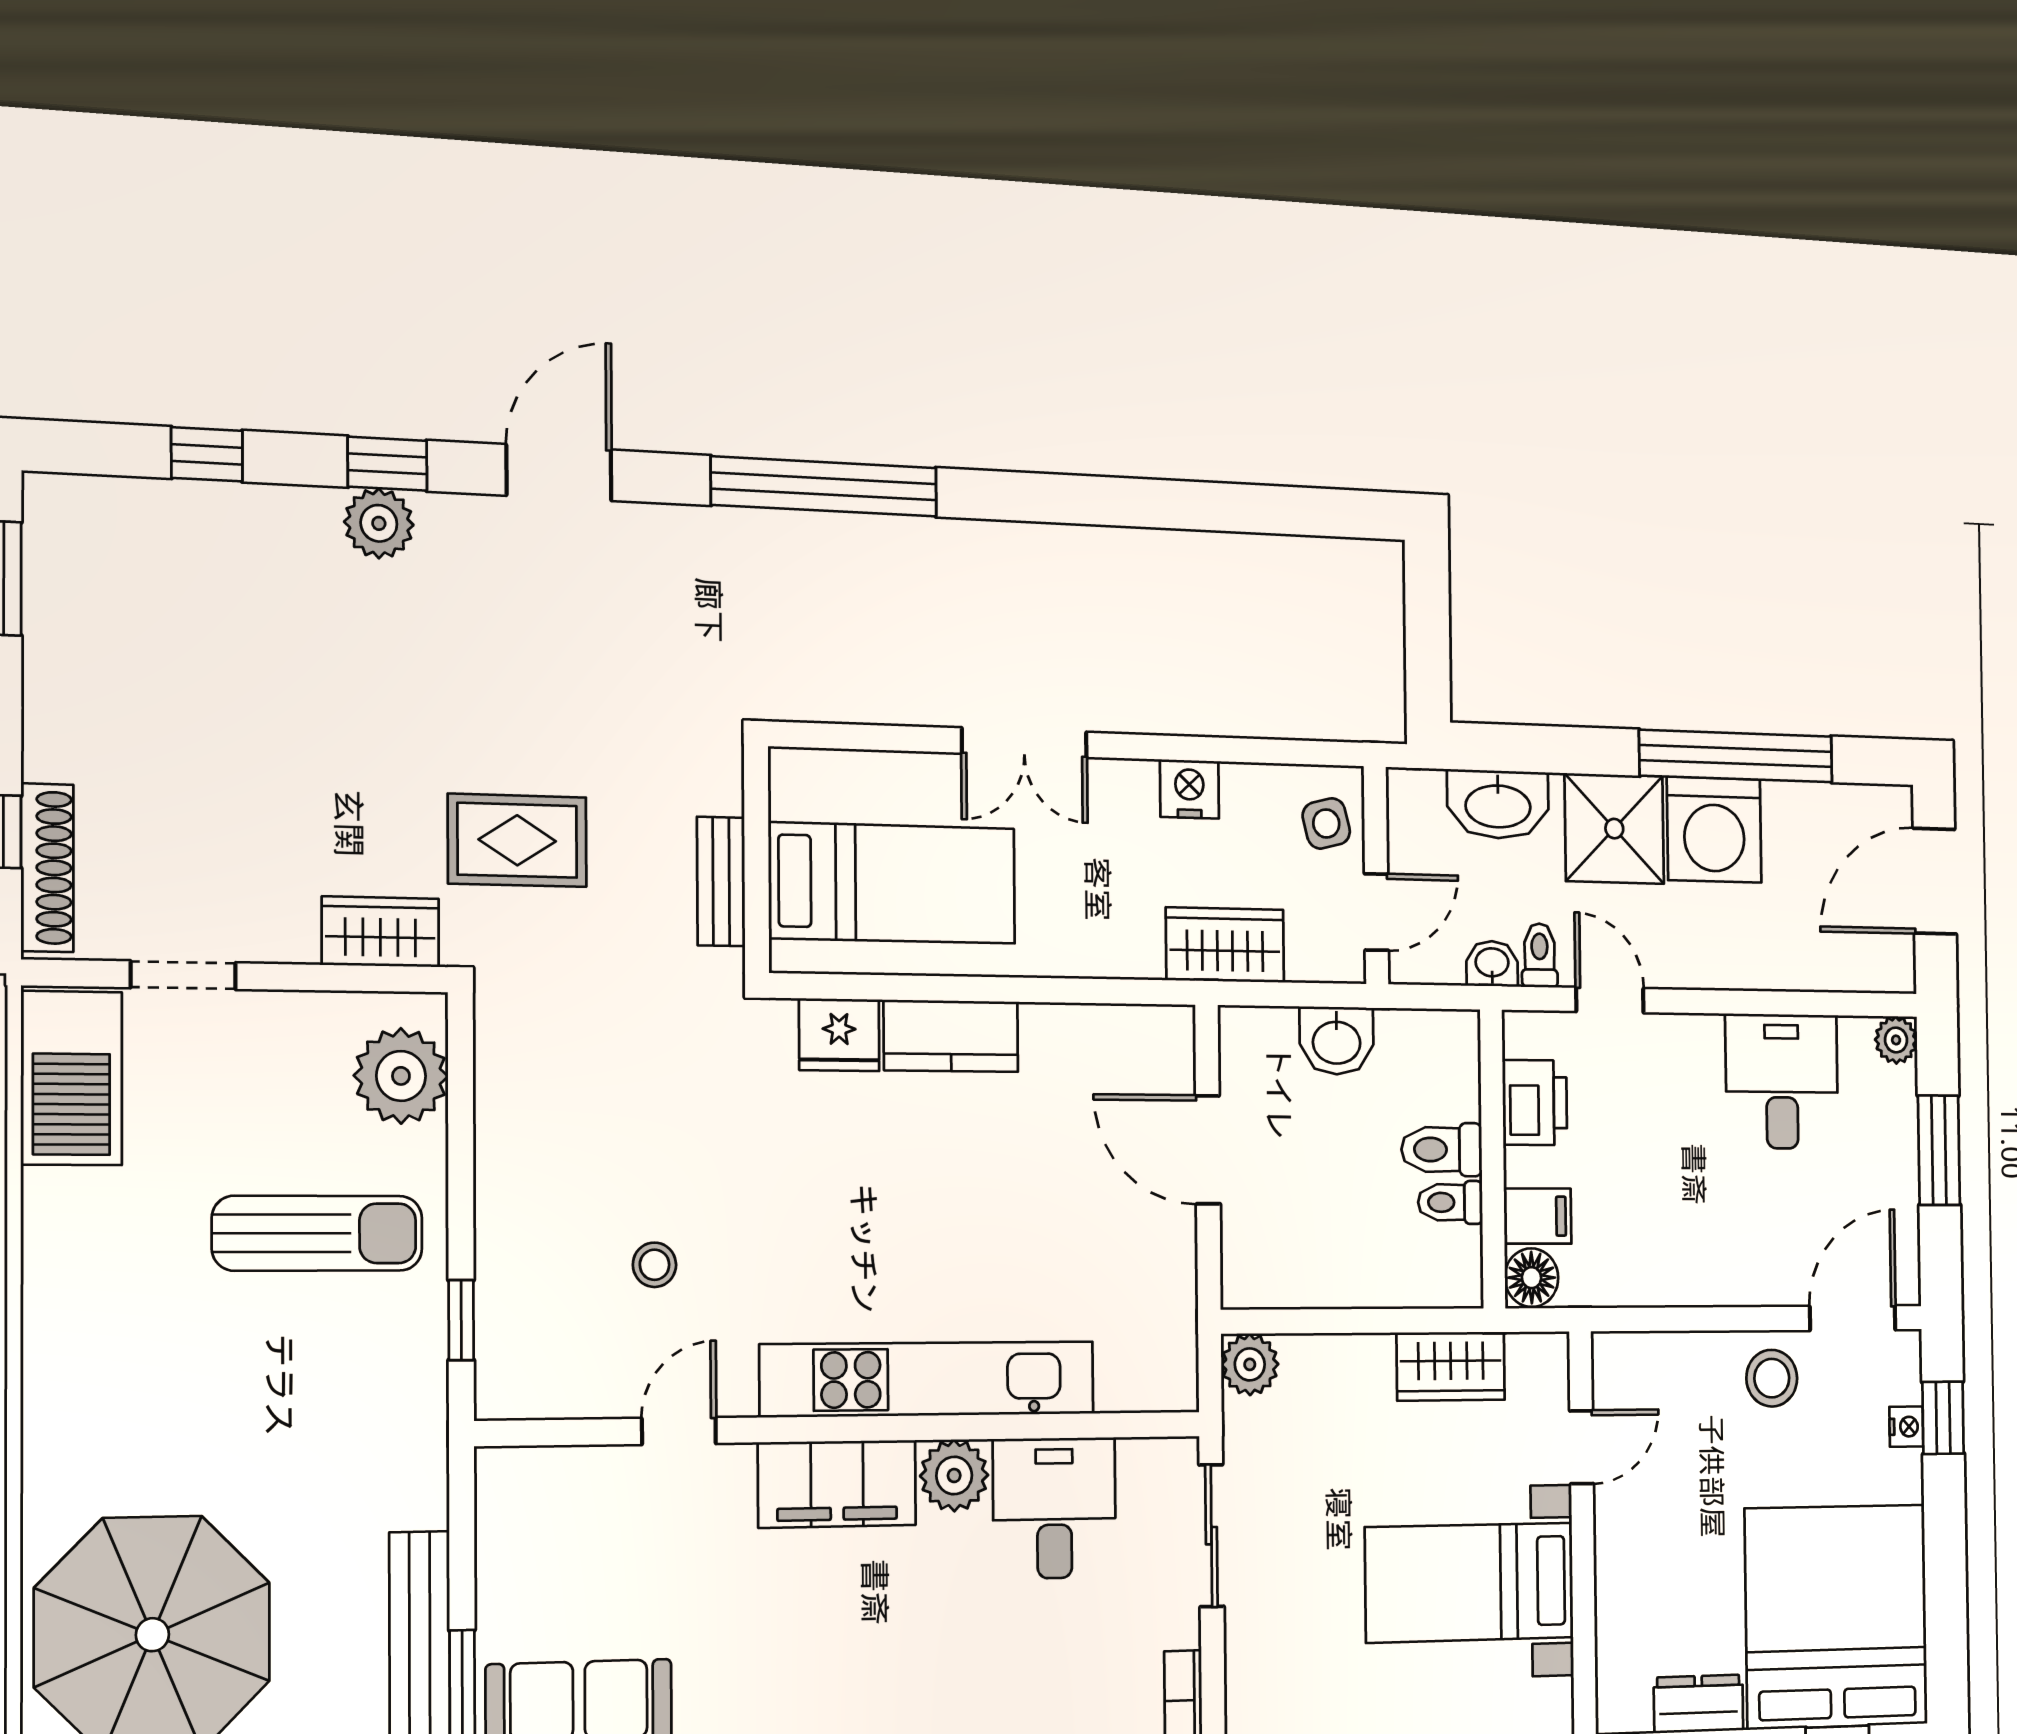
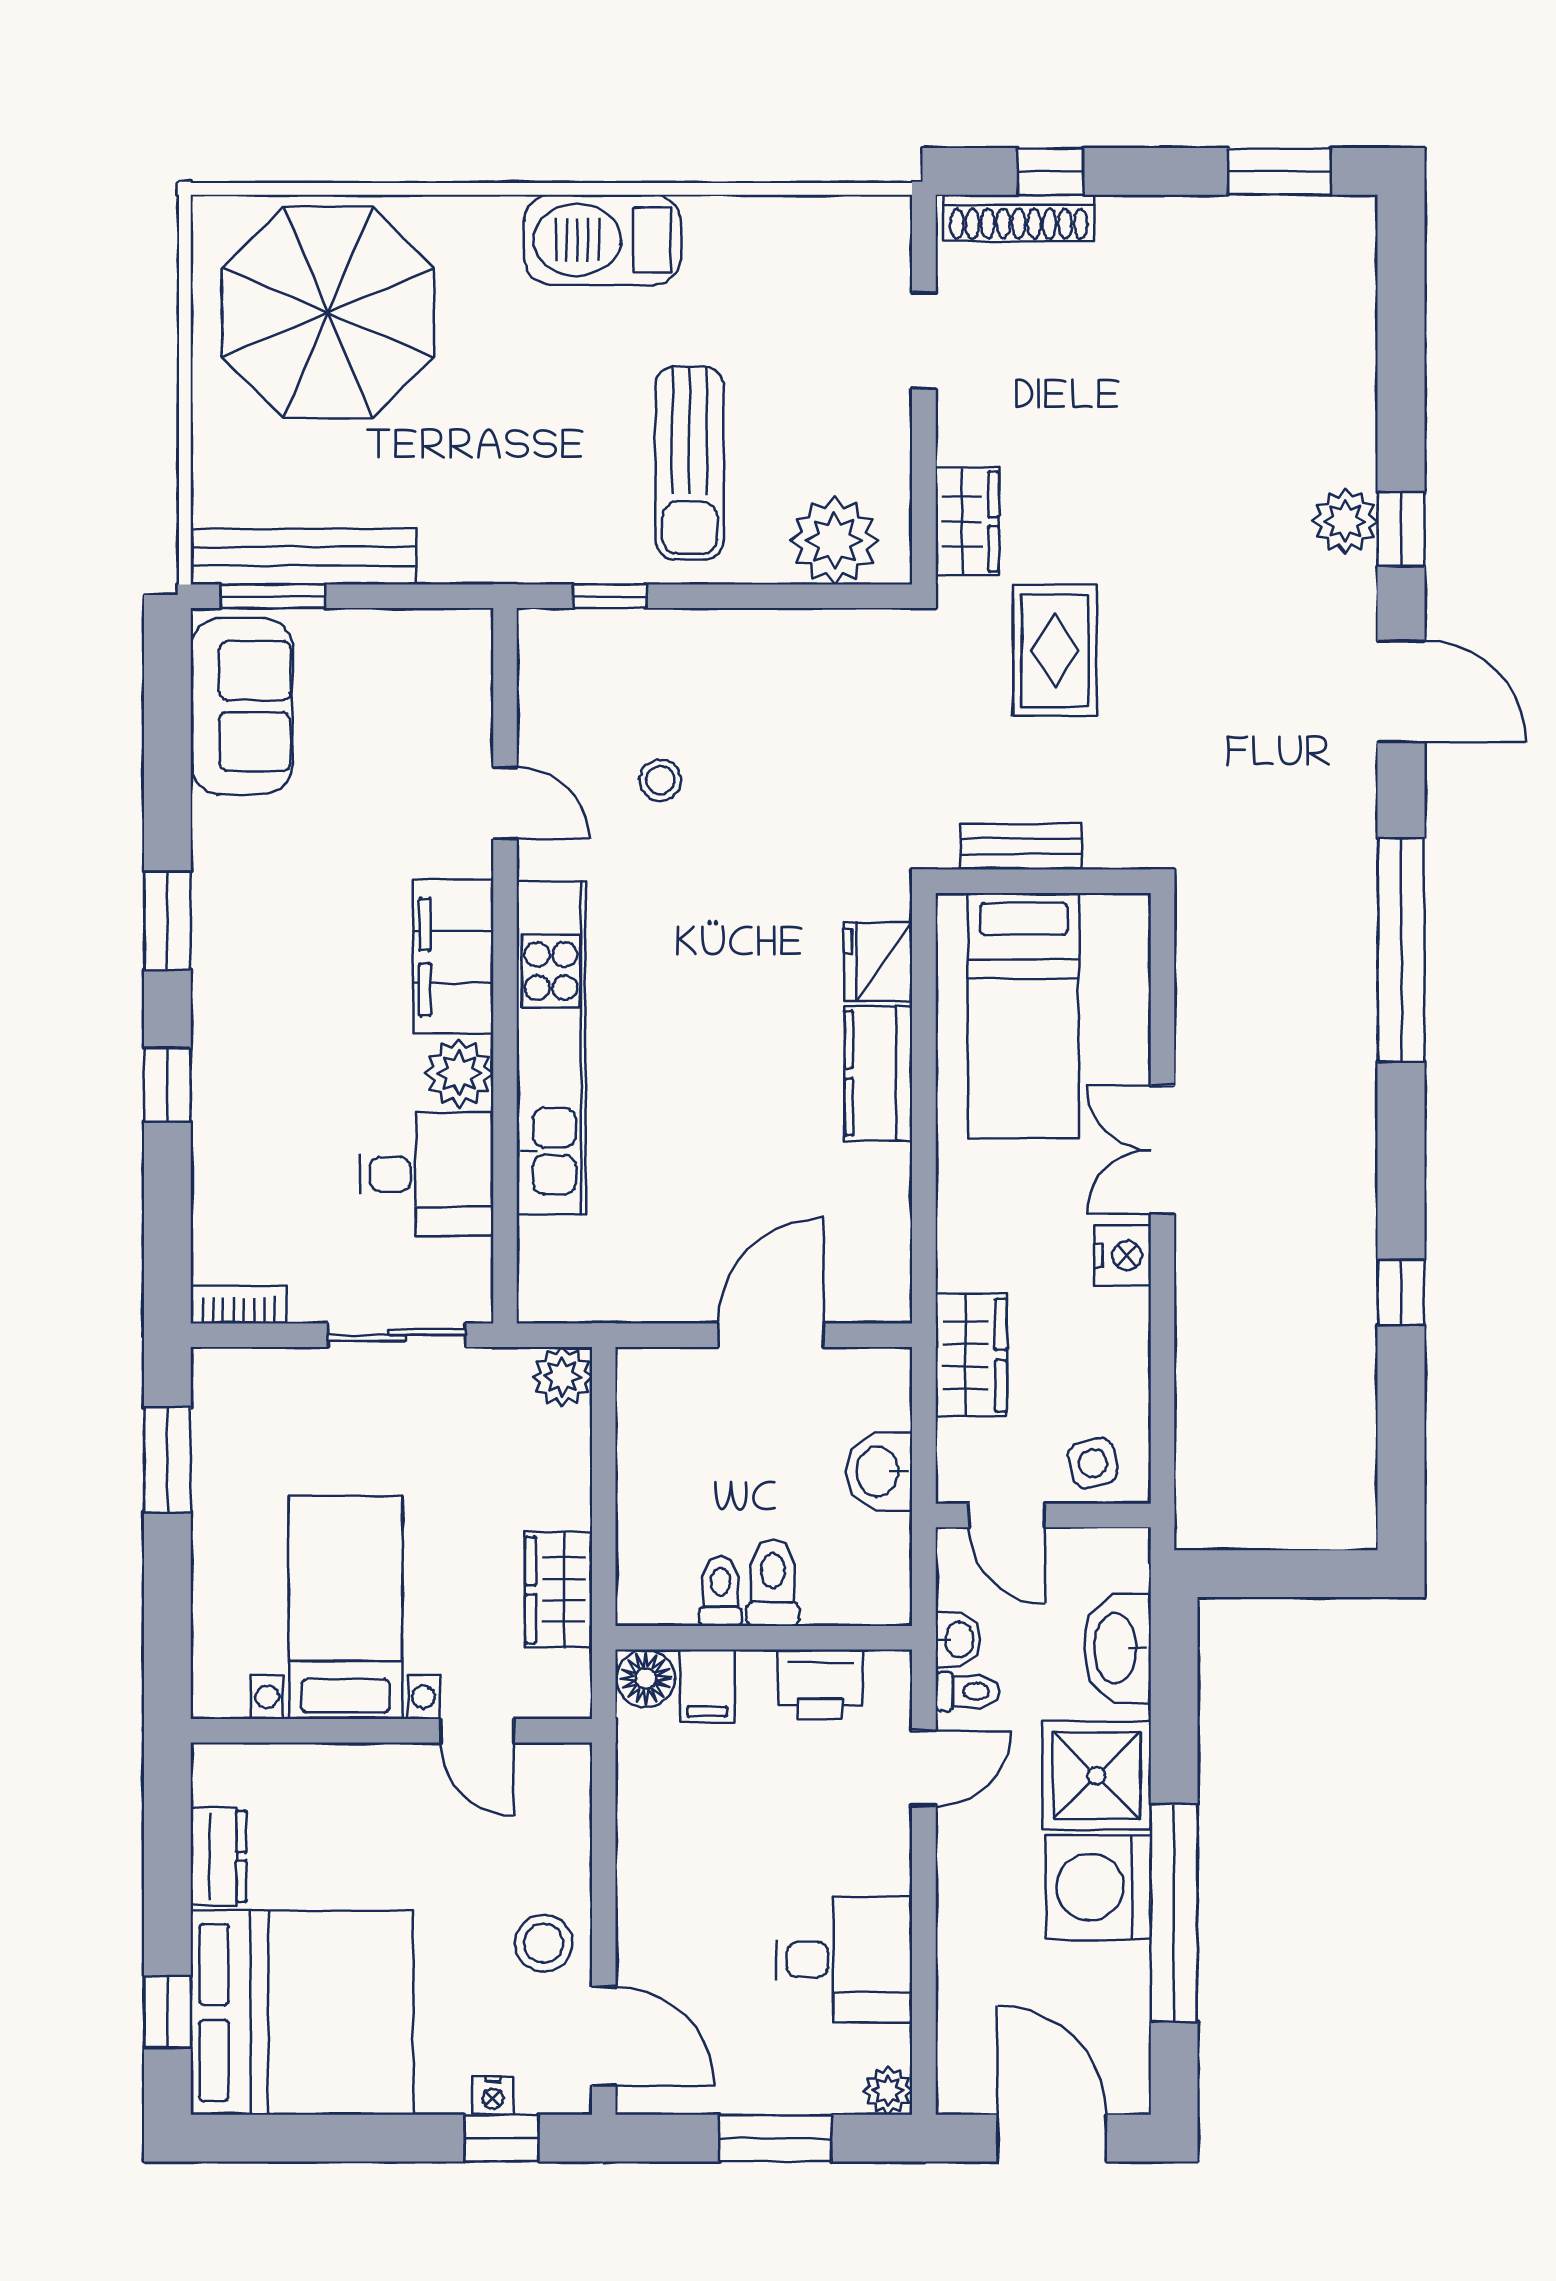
window: (207, 454) -> (1401, 1292), moved
nightstand: (1189, 789) -> (1123, 1256), moved
barbecue: (71, 1078) -> (602, 240), moved

